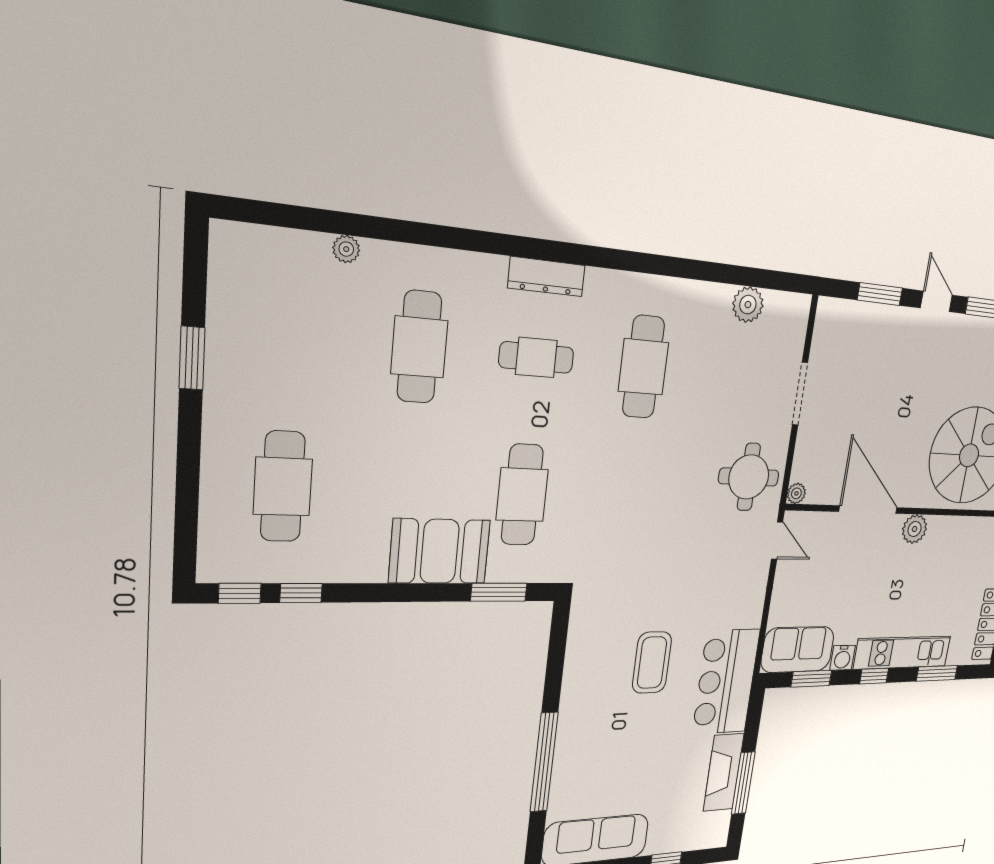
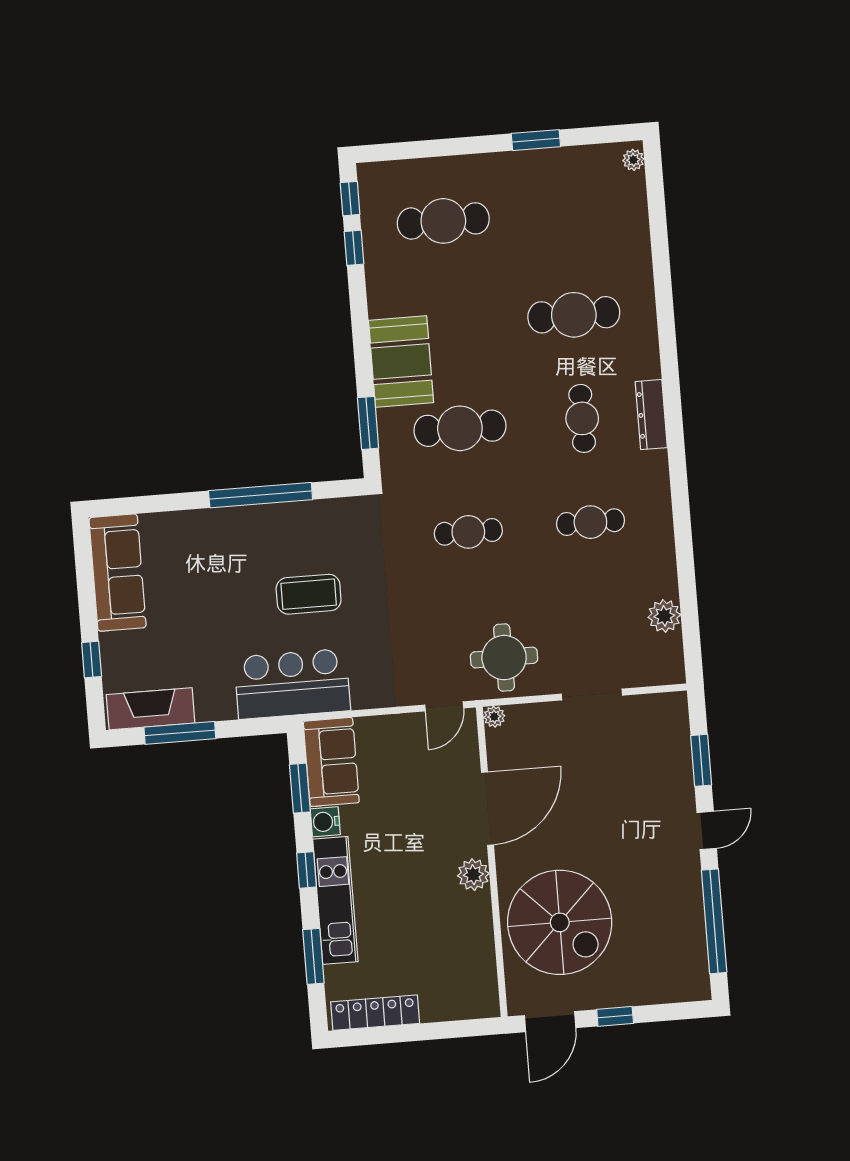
plant: (346, 249) -> (633, 160), moved
cafe table: (643, 367) -> (590, 522), width x0.73, depth x0.74
cafe table: (627, 498) -> (468, 532), added
window: (544, 762) -> (261, 495), moved
fireplace: (724, 772) -> (151, 709), moved

